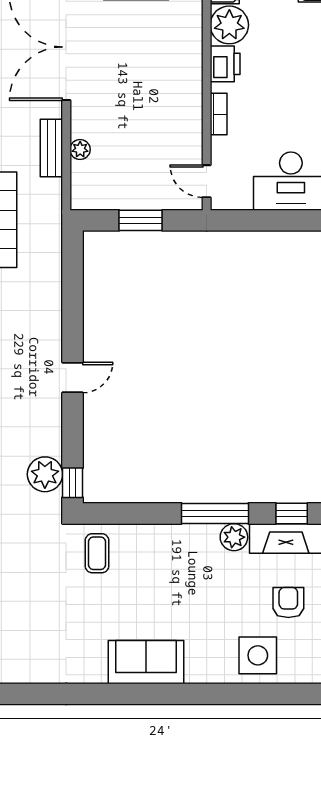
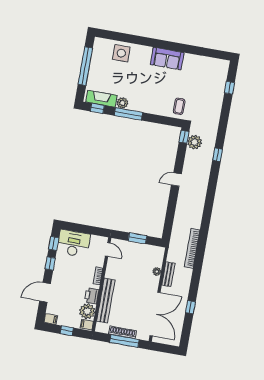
bench: (190, 58) -> (106, 301), added
armchair: (288, 602) -> (105, 72), removed

